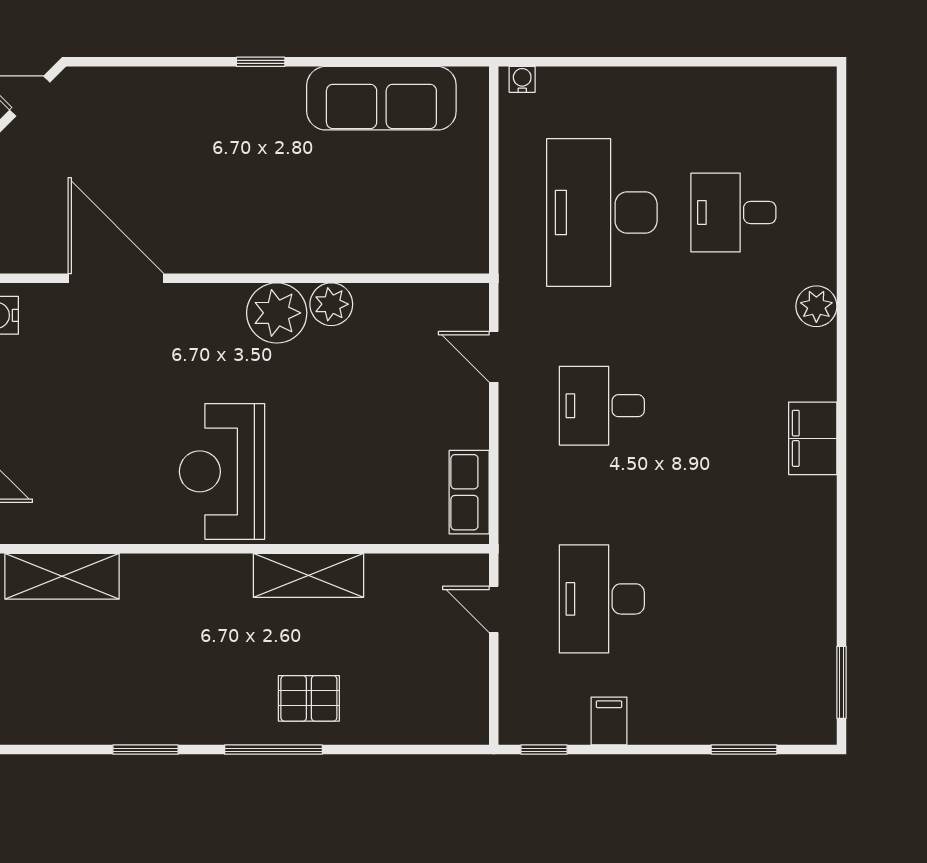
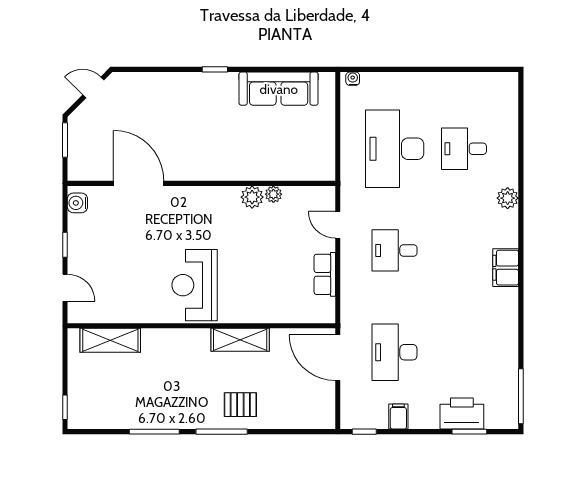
plant: (277, 313) -> (273, 194), moved, width x0.53, depth x0.53
row of seats: (469, 492) -> (325, 274), moved
door: (494, 609) -> (338, 358), width x1.88
window: (842, 682) -> (521, 396), width x1.44
printer: (730, 715) -> (462, 413), added
window: (146, 750) -> (154, 432), width x1.44

